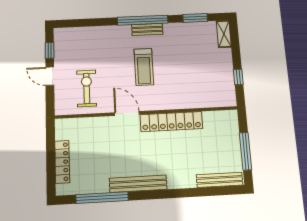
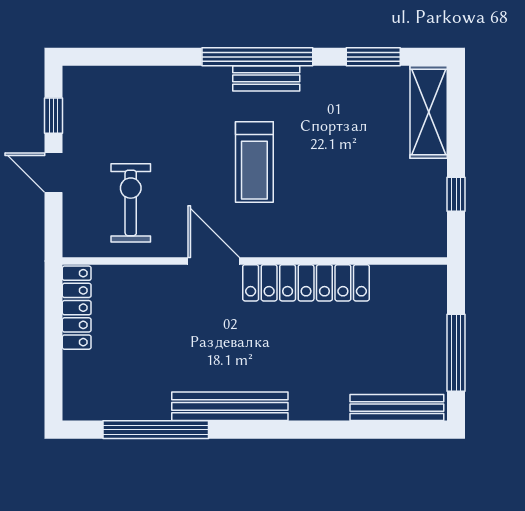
shelving: (224, 34) -> (429, 112), width x1.50, depth x1.33
locker: (62, 162) -> (77, 308), moved

